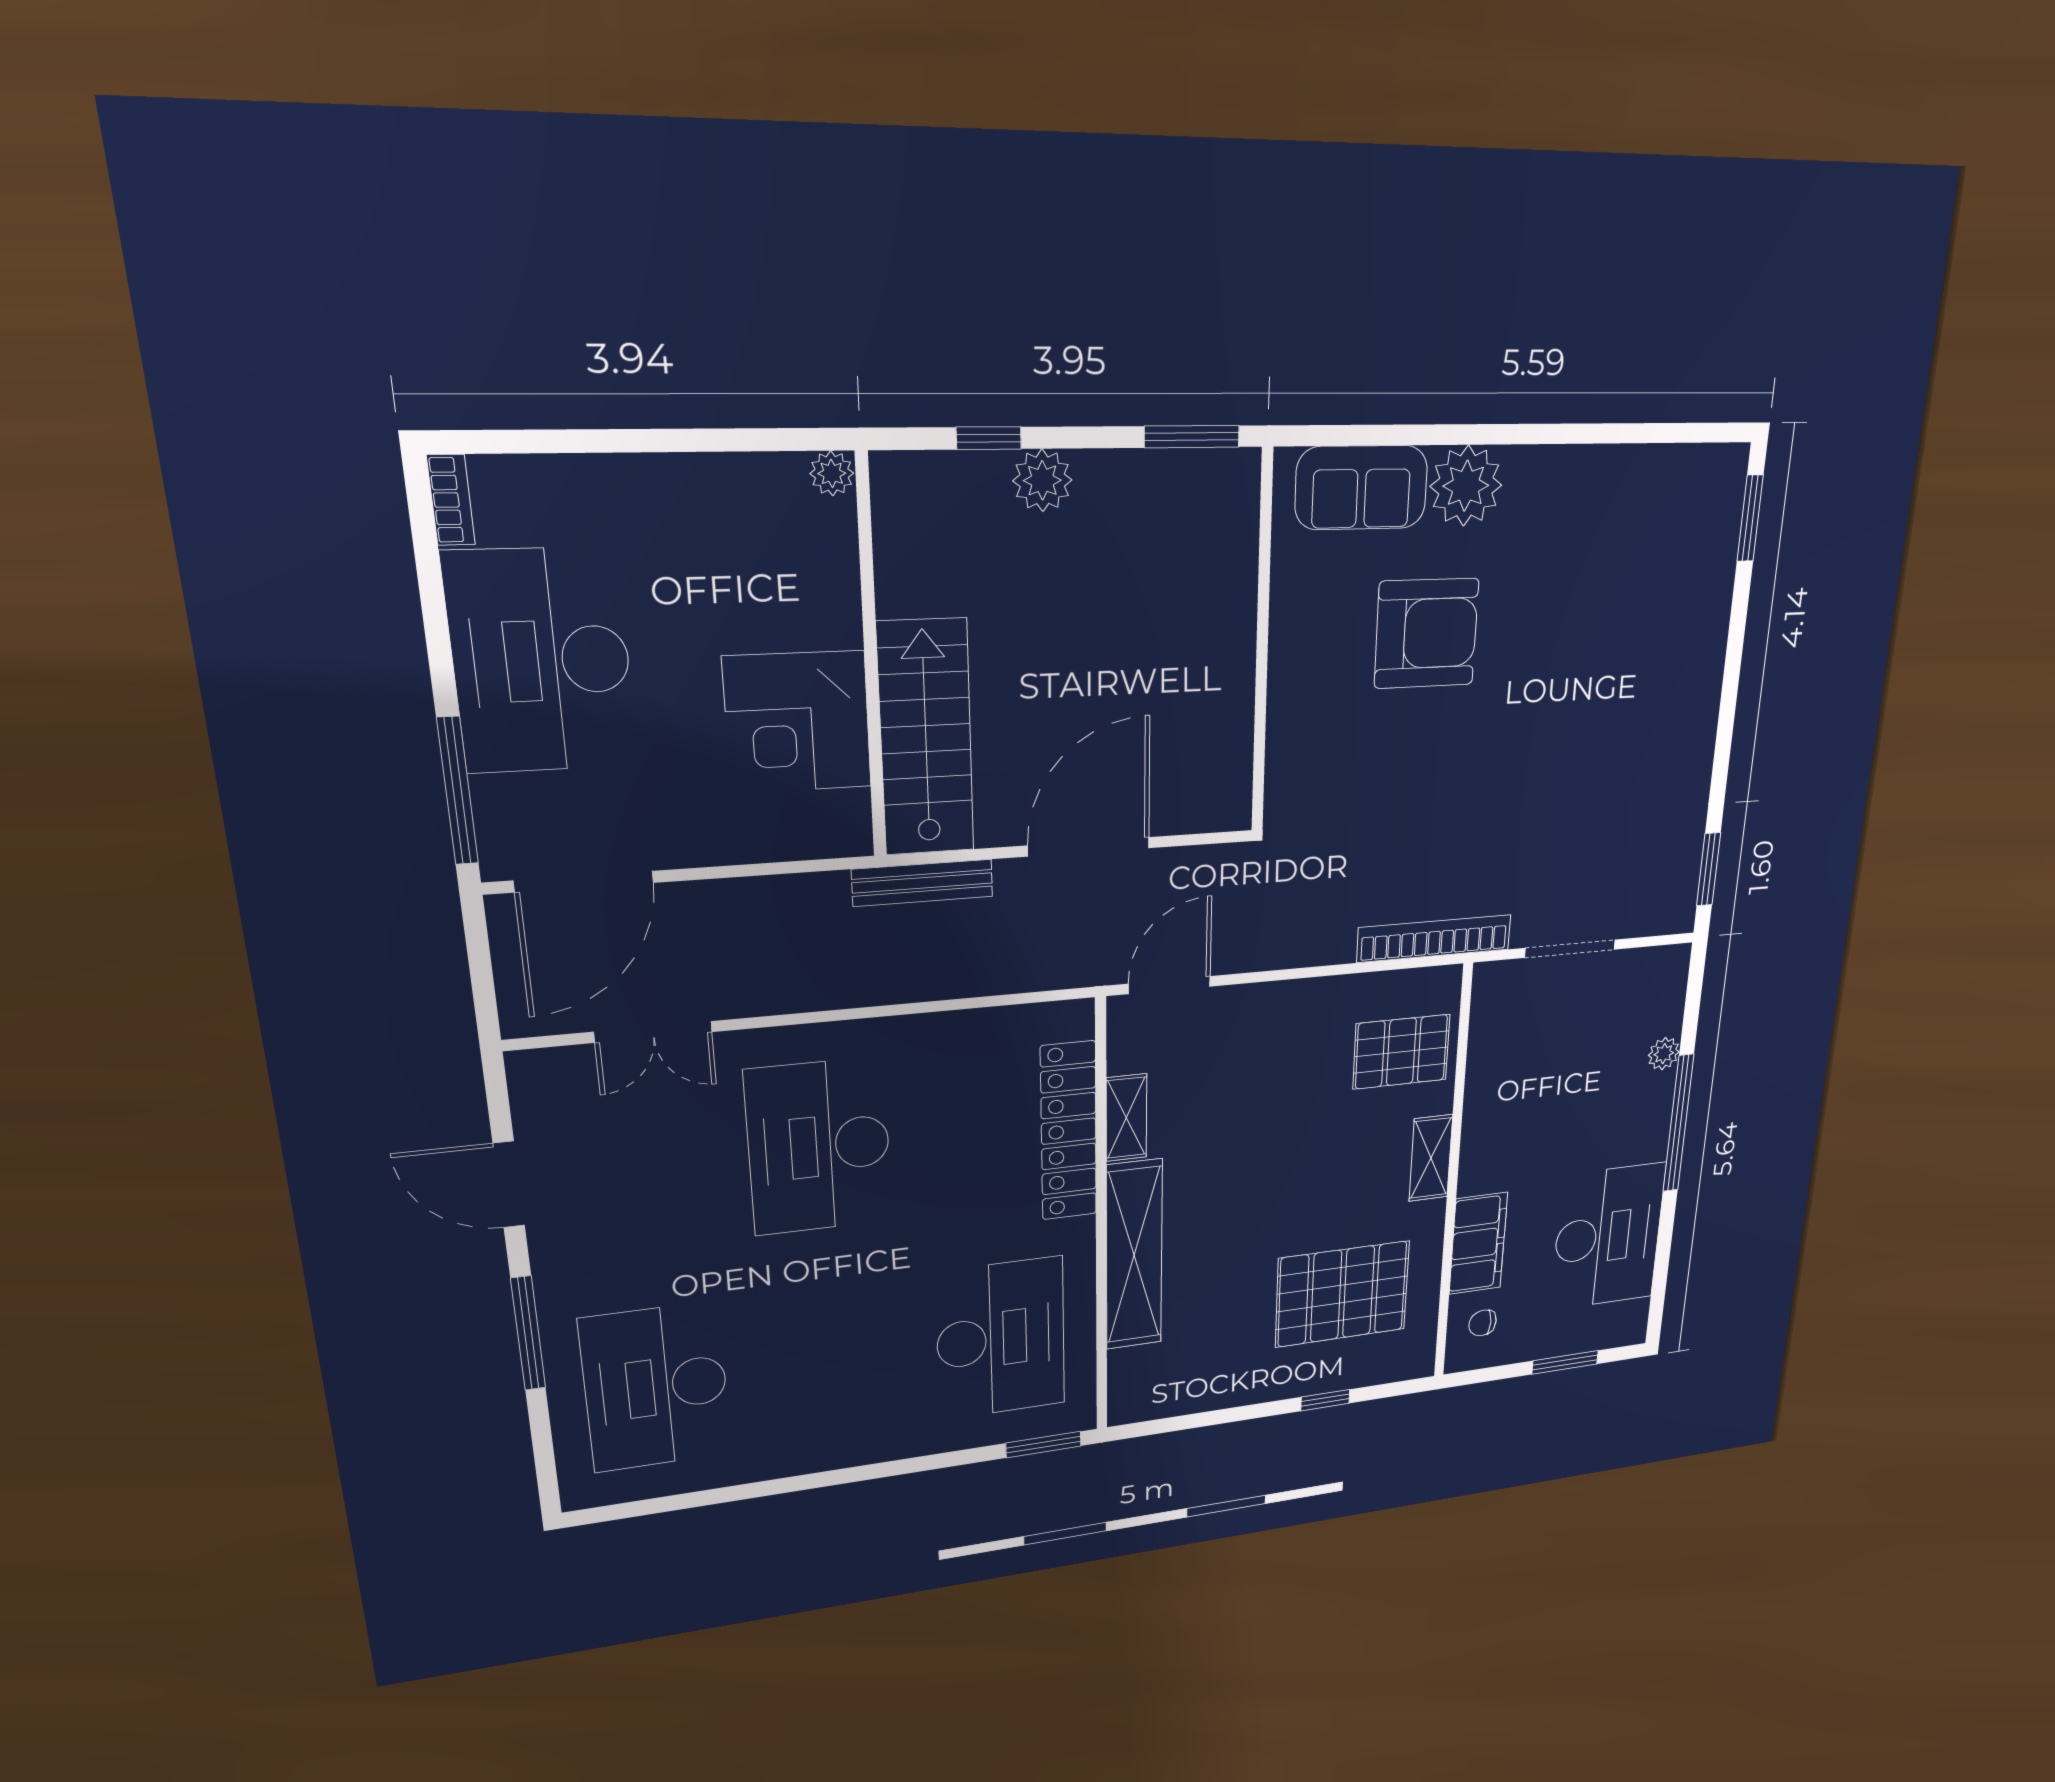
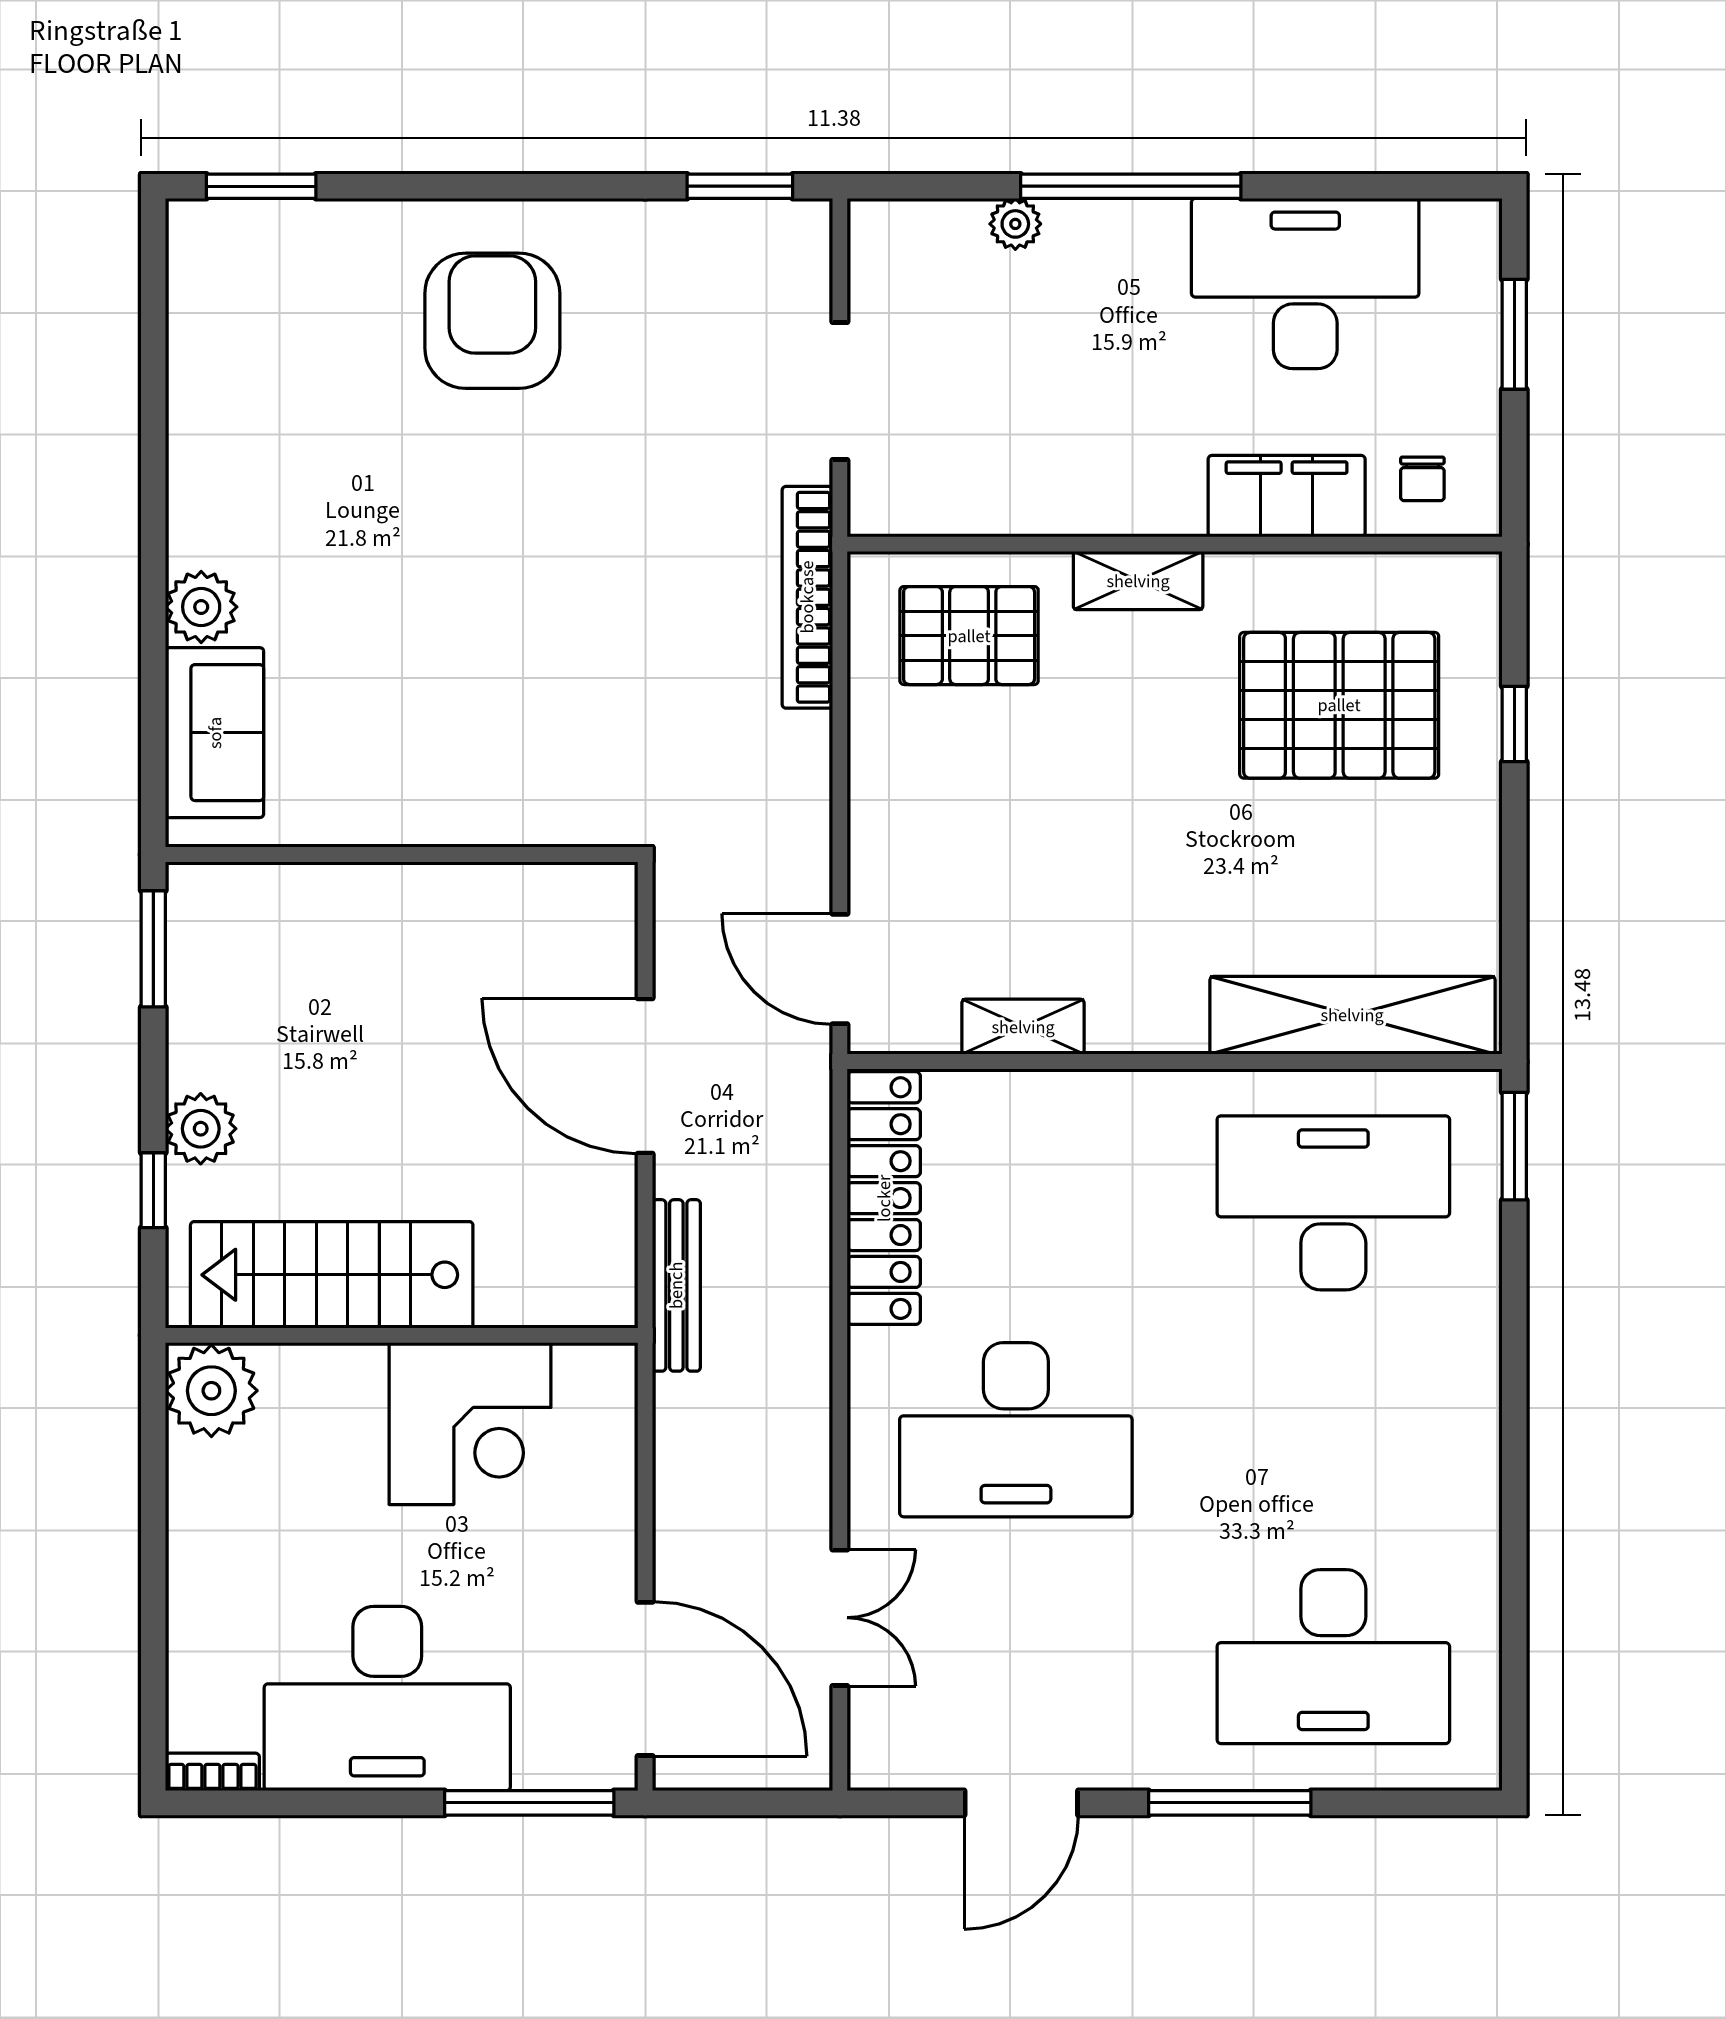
plant: (832, 473) -> (211, 1391), width x1.88, depth x1.88
plant: (1466, 486) -> (201, 607), width x0.73, depth x0.73
armchair: (1426, 633) -> (492, 321), moved
stairs: (926, 738) -> (332, 1275), moved
pallet: (1401, 1052) -> (969, 636), turned 90
locker: (1069, 1131) -> (884, 1198), moved, turned -90
shelving: (1134, 1255) -> (1352, 1015), moved
pallet: (1342, 1294) -> (1339, 705), turned 90

